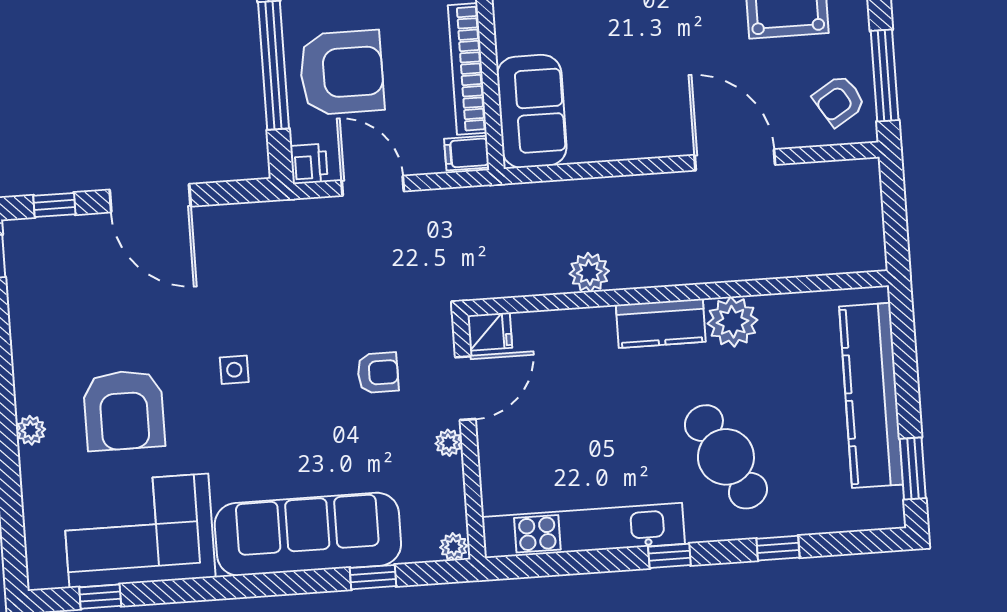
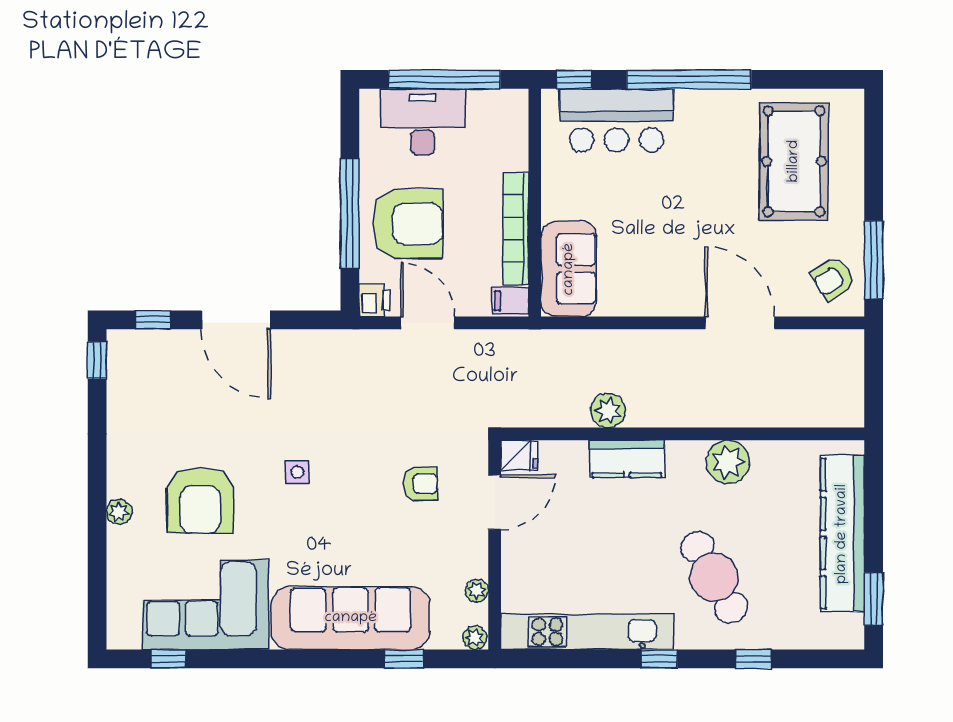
kitchen counter: (661, 323) -> (627, 459), moved
plant: (449, 443) -> (477, 591), moved

